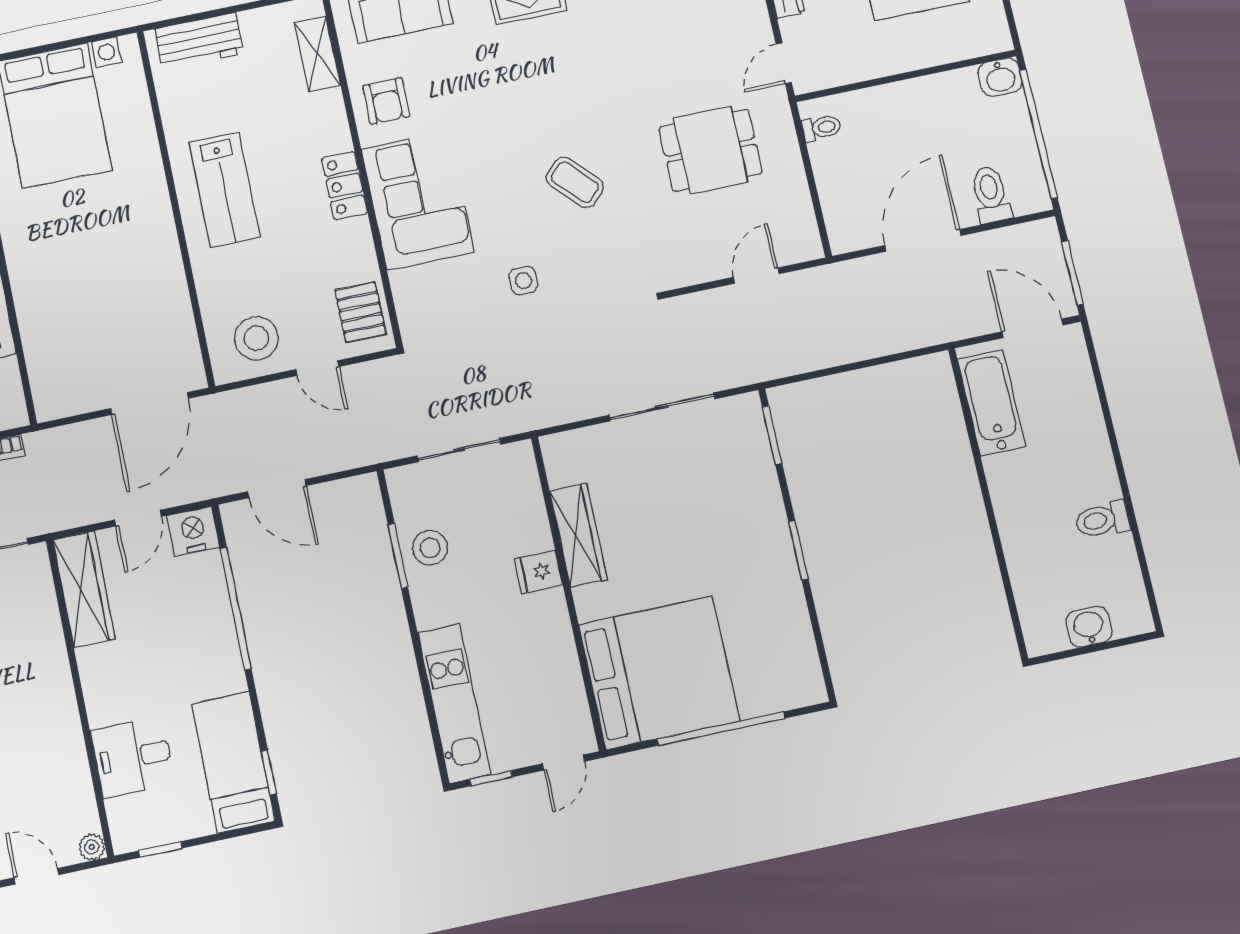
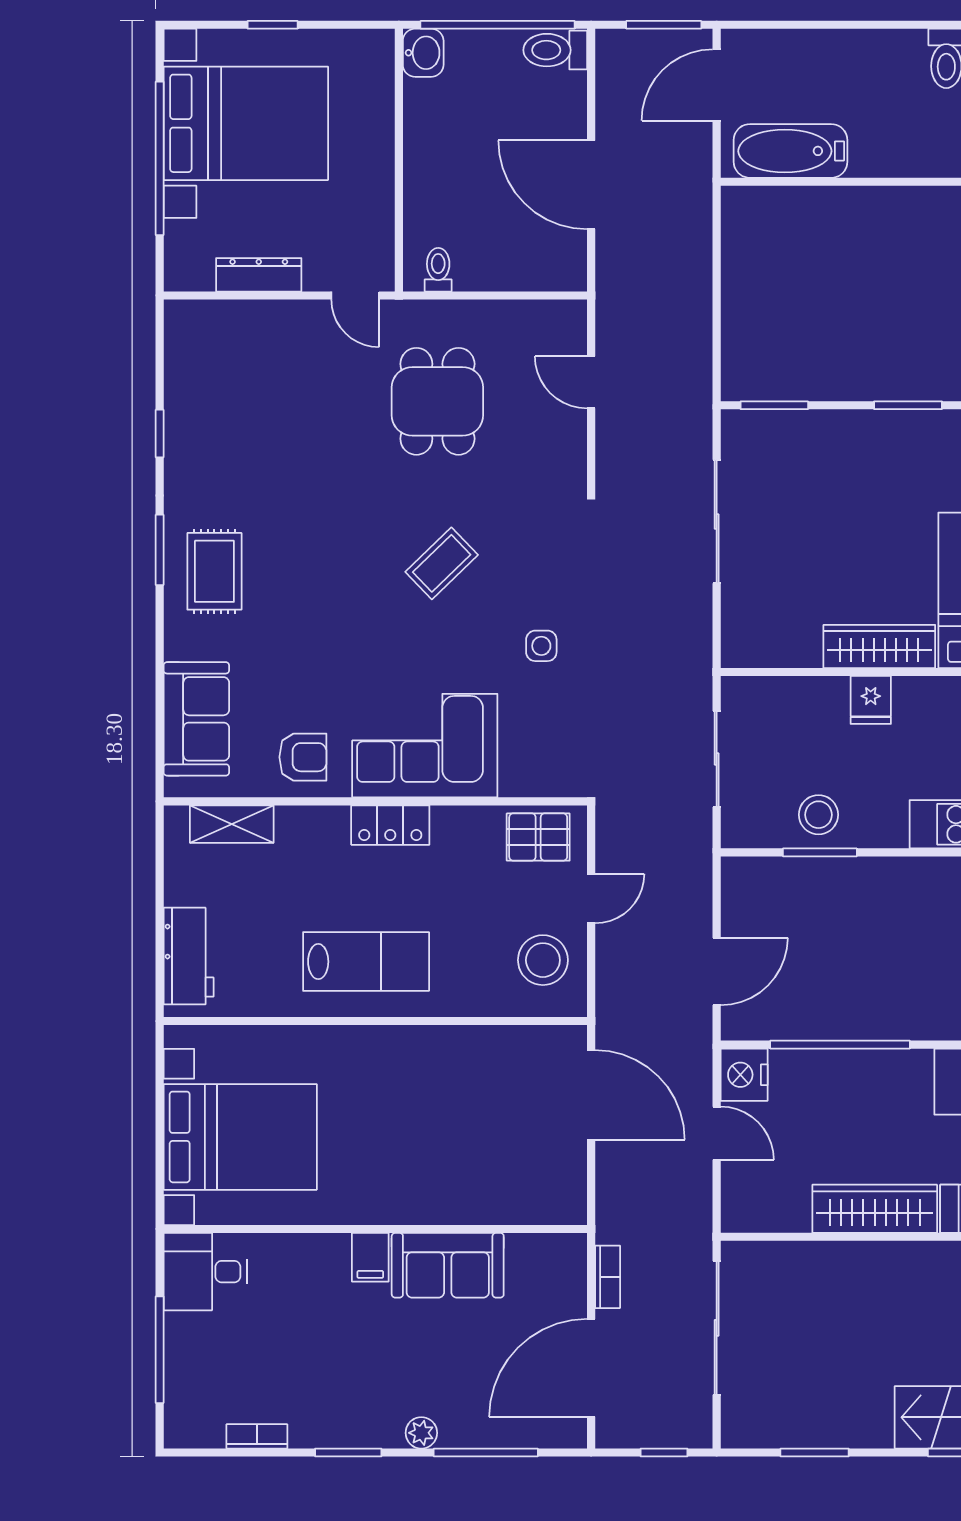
toilet: (990, 195) -> (555, 50), moved
wardrobe: (578, 535) -> (879, 646), moved
wardrobe: (84, 589) -> (875, 1209), moved

